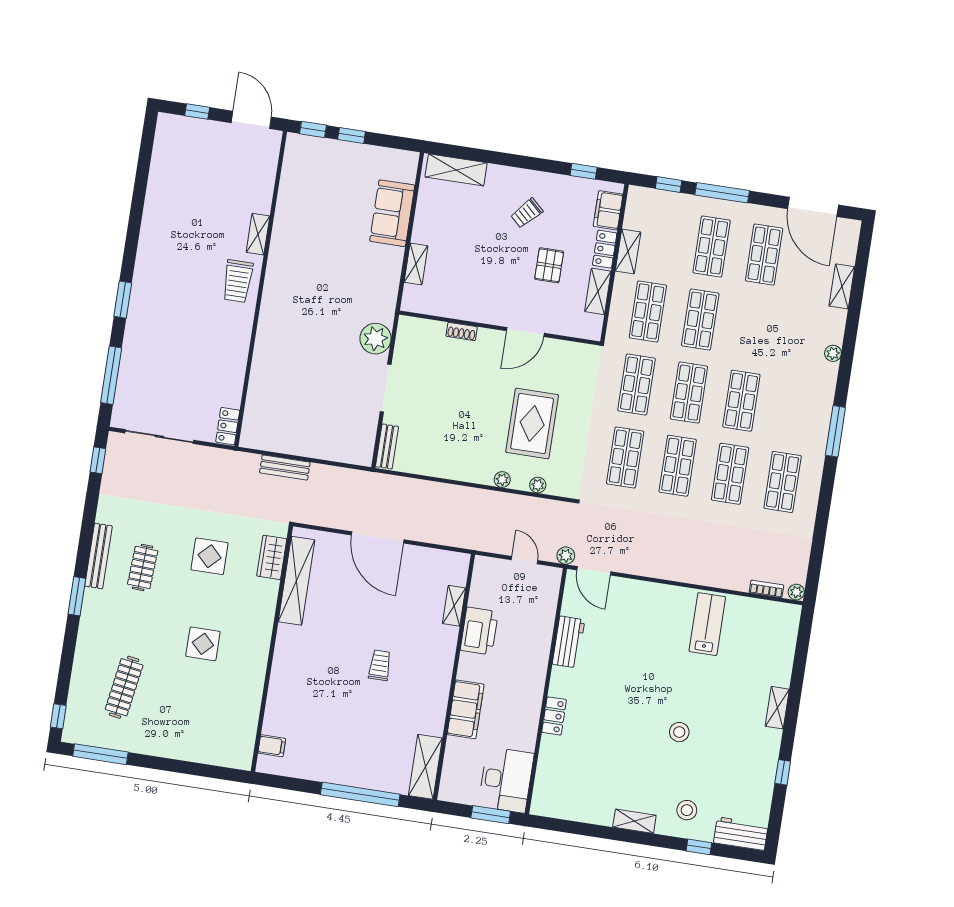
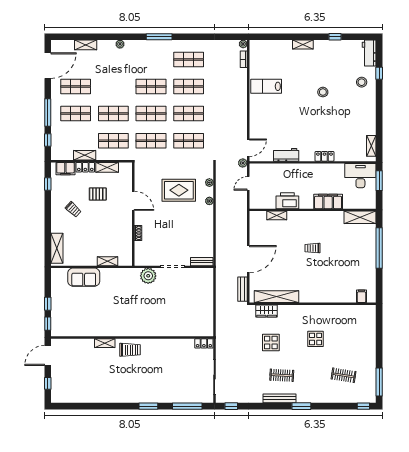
bench: (285, 467) -> (242, 289), moved
clothes rail: (124, 687) -> (344, 375), width x0.73
shelving: (634, 821) -> (371, 146), moved

